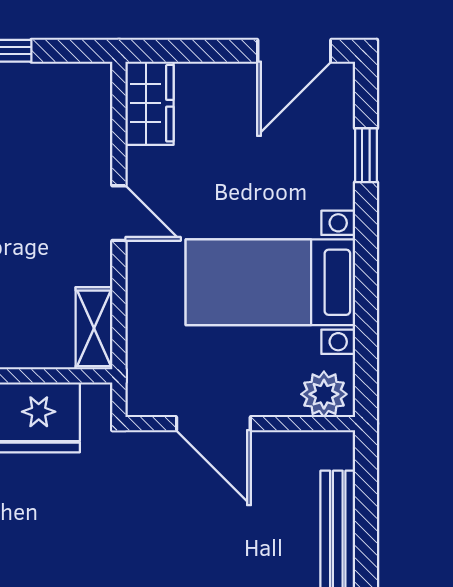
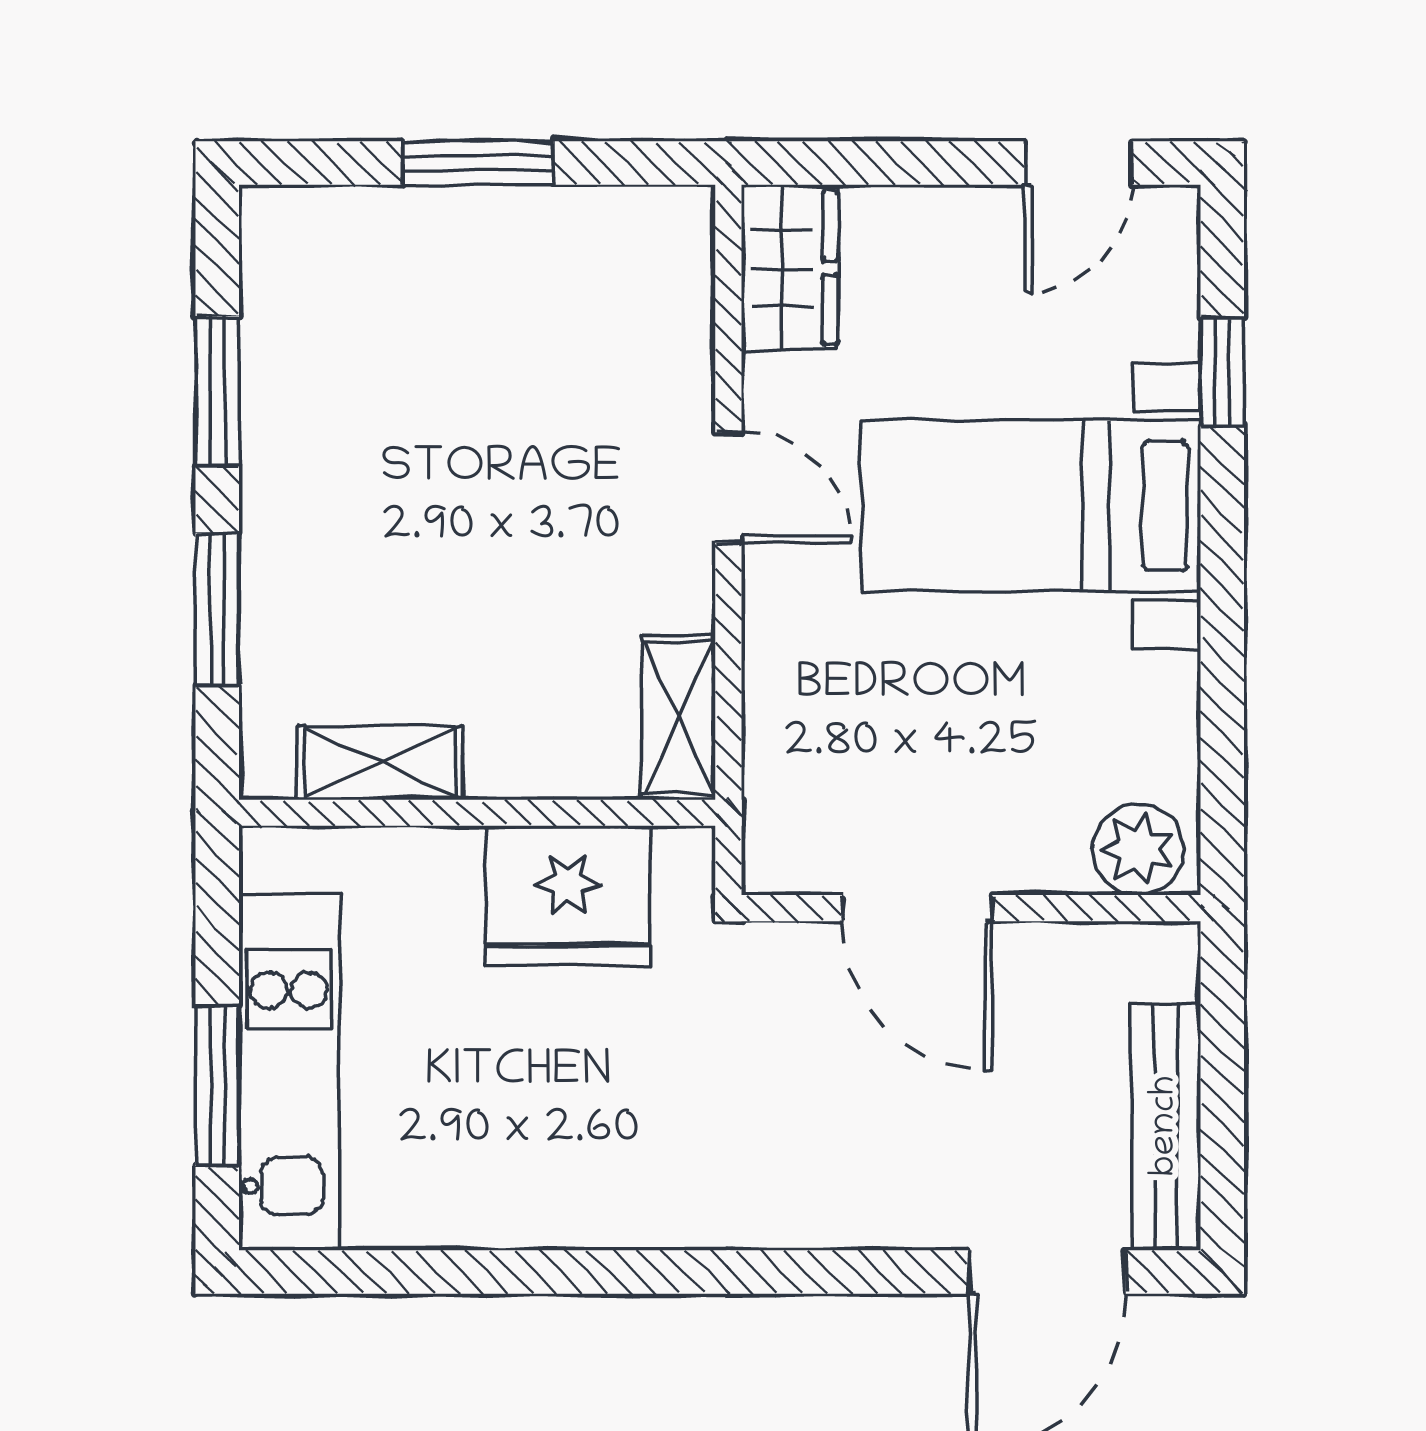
door: (294, 51) -> (1079, 163), width x0.73
bed with nightstands: (270, 282) -> (1031, 506), moved

